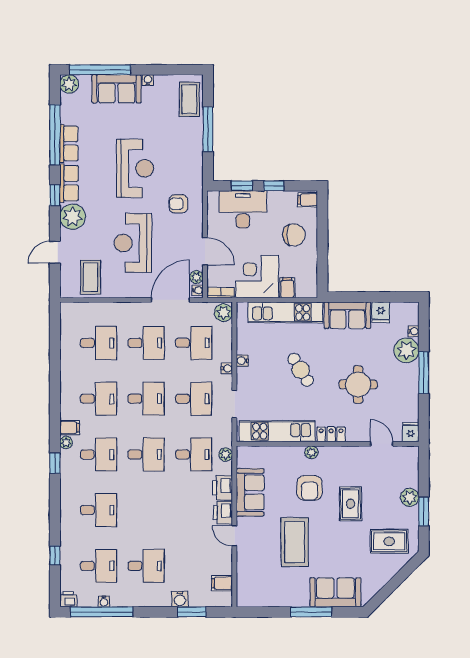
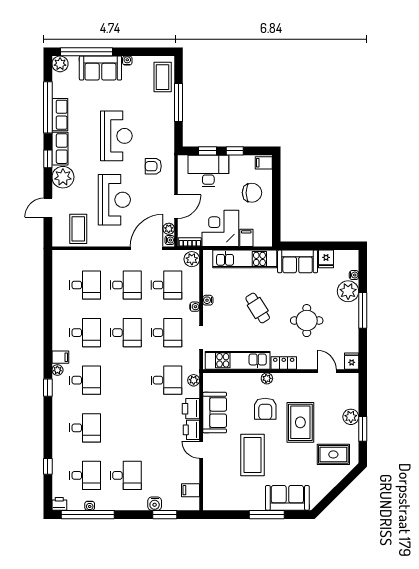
reception desk: (133, 243) -> (114, 200), turned 180
door: (205, 251) -> (176, 207), hinge flipped
desk: (146, 454) -> (126, 380), removed
rug: (351, 504) -> (300, 422), width x1.36, depth x1.43

